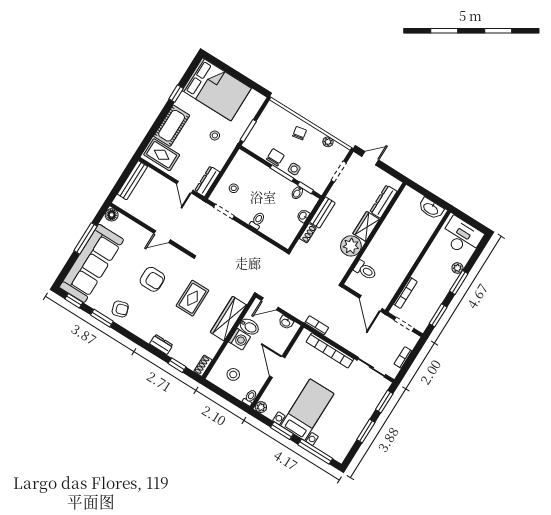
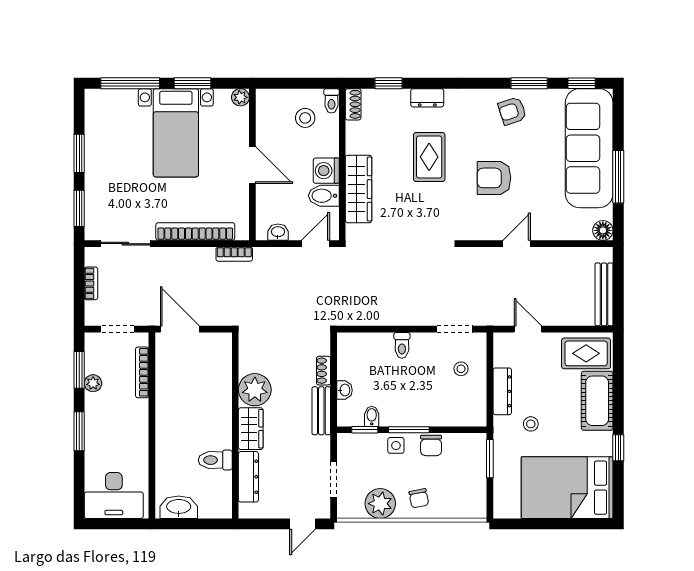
plant: (328, 142) -> (380, 504), width x1.88, depth x1.88
dresser: (207, 181) -> (502, 391), moved
plant: (457, 268) -> (93, 383), moved
toilet: (365, 270) -> (215, 460), moved
rug: (192, 298) -> (429, 157), moved
toilet: (250, 398) -> (331, 101), moved

